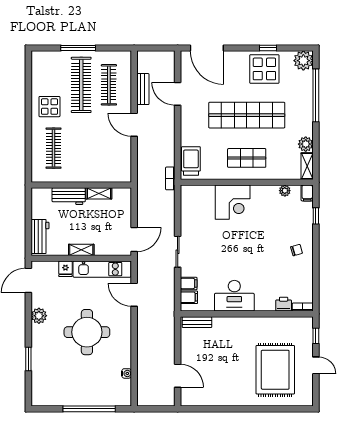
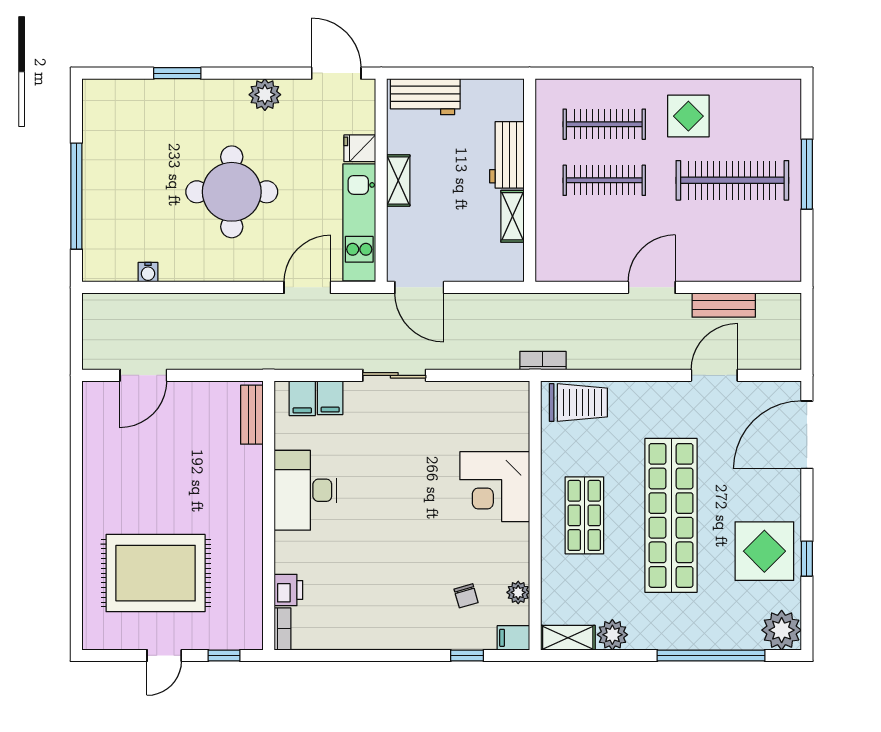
clothes rail: (109, 85) -> (604, 180), moved
chair: (296, 250) -> (466, 596), moved

